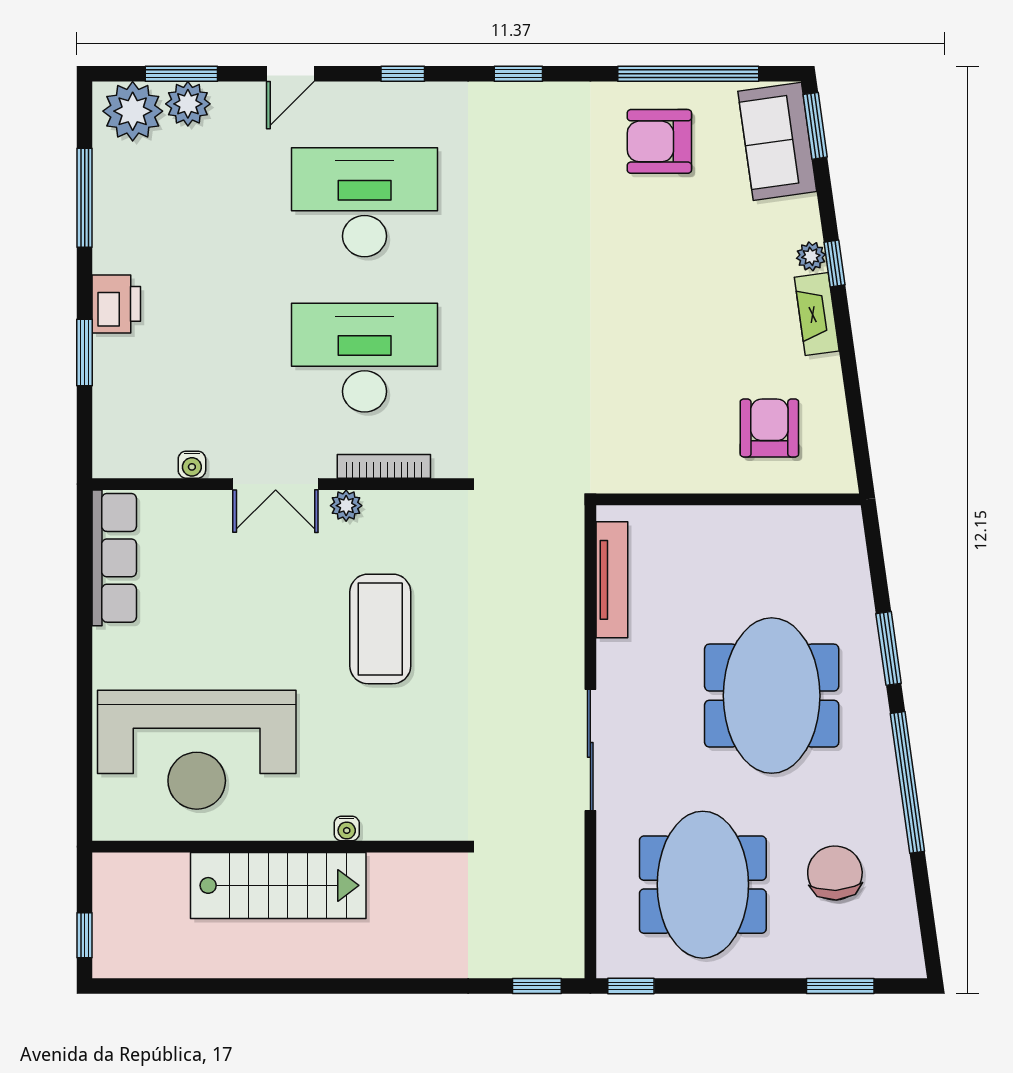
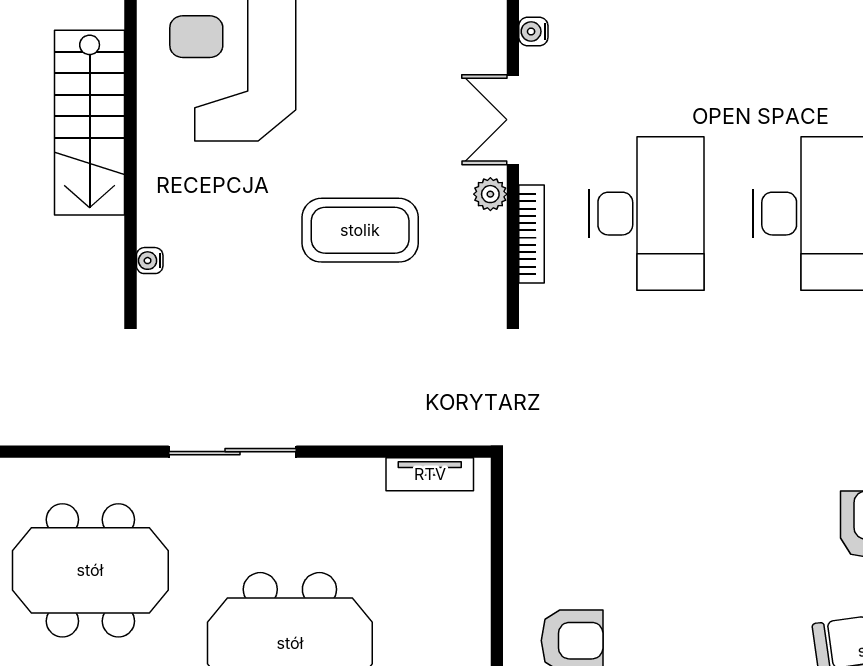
tv unit: (612, 580) -> (430, 474), width x0.71
water cooler: (347, 828) -> (150, 261), moved

